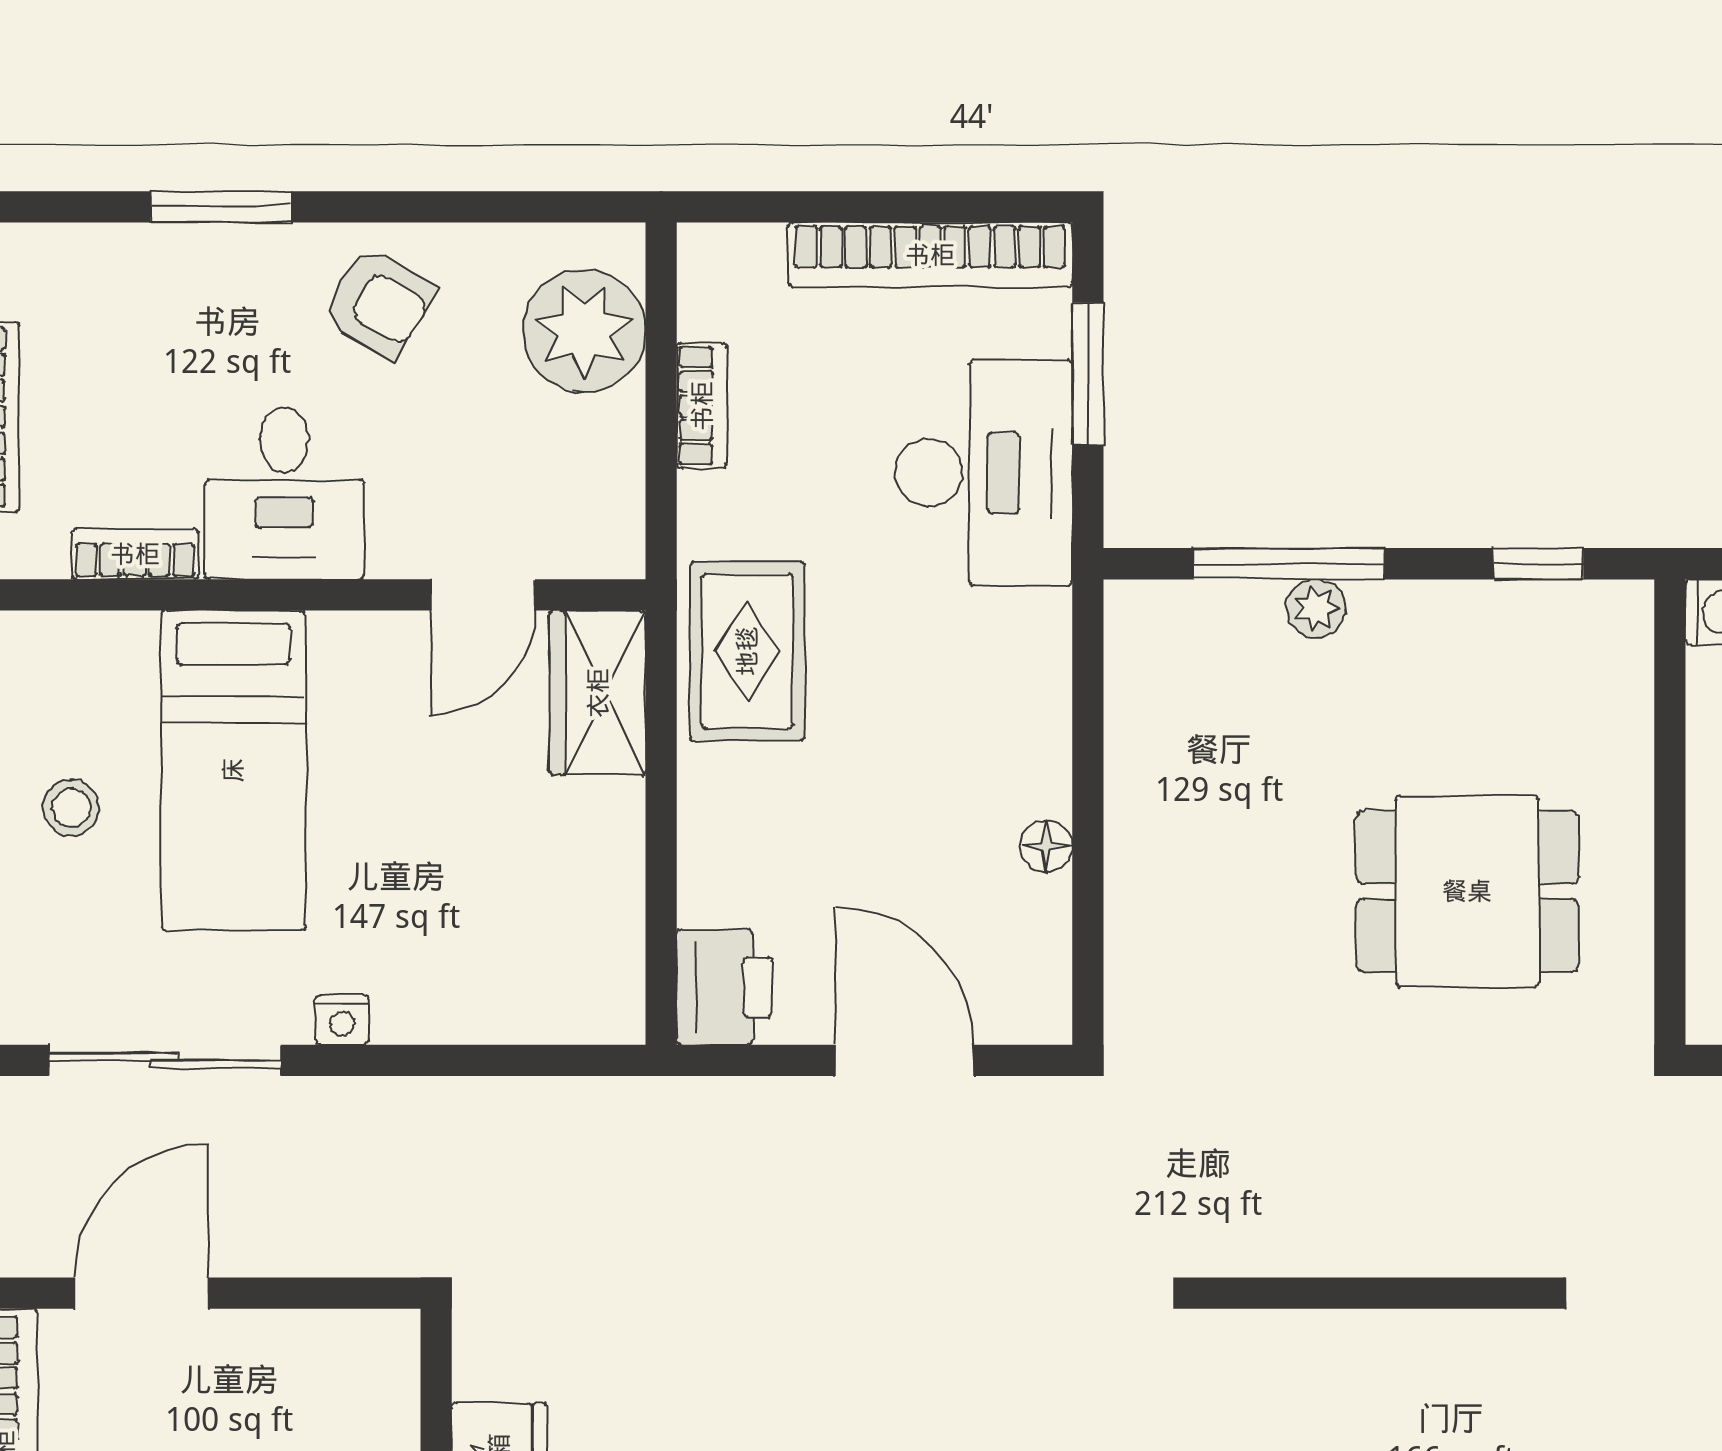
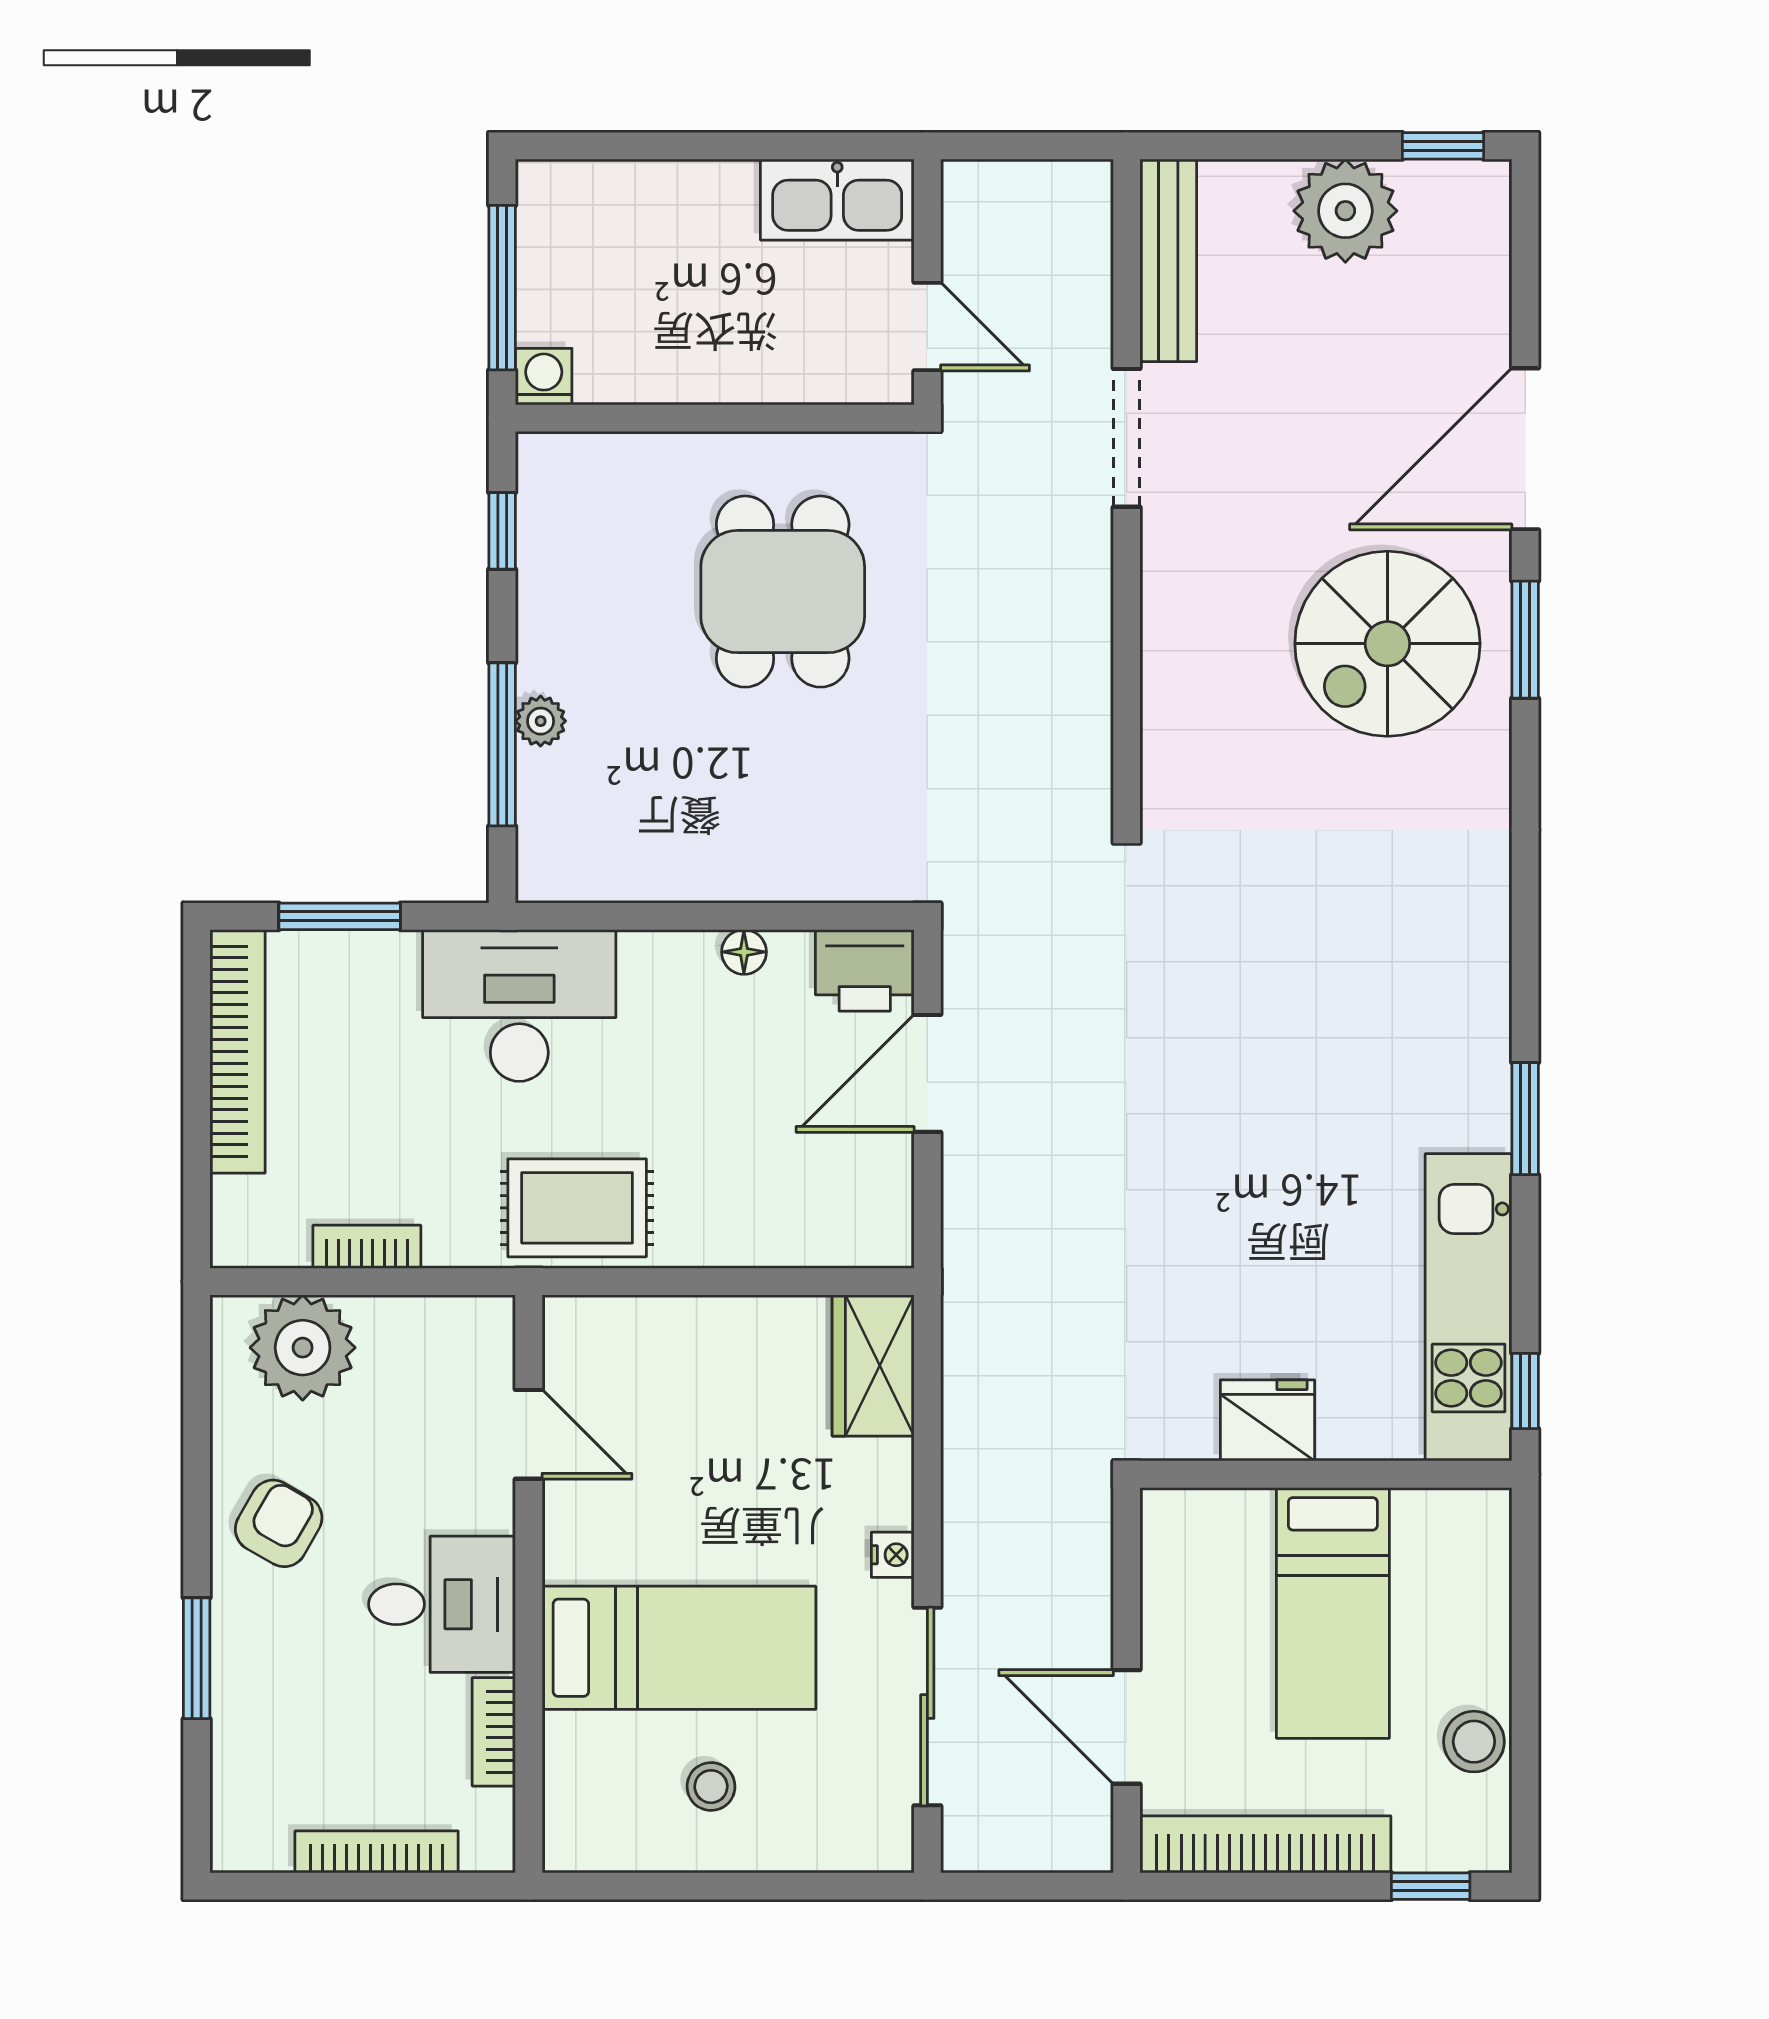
desk: (984, 473) -> (519, 1005), moved
wardrobe: (598, 693) -> (873, 1365), moved, turned 90
printer: (724, 987) -> (865, 970), moved, turned 180

